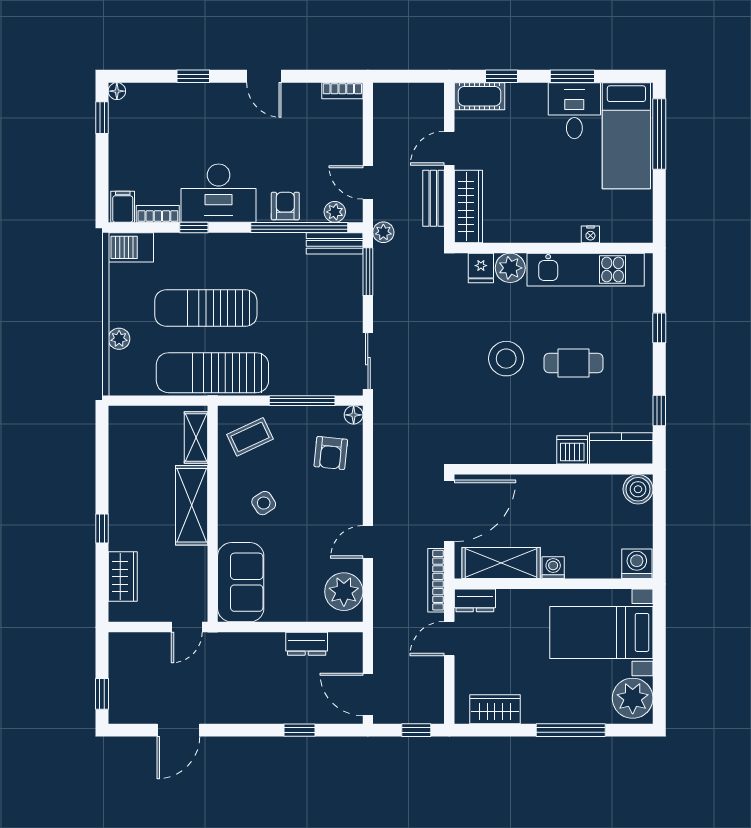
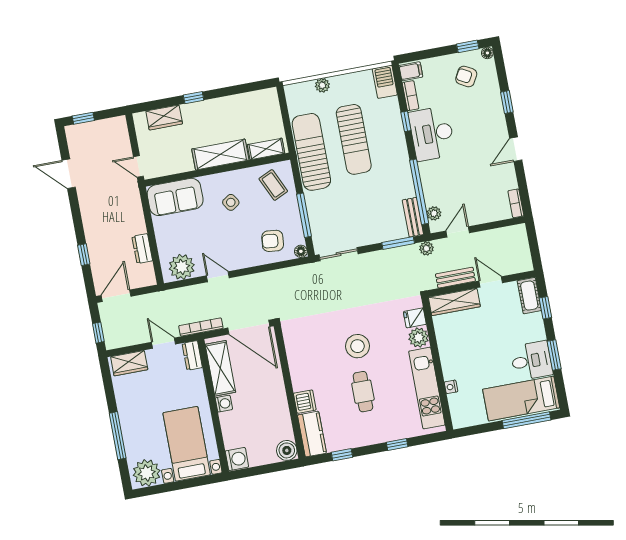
armchair: (285, 206) -> (466, 76), moved, turned -151
sun lounger: (206, 308) -> (354, 139), turned 180
wardrobe: (495, 709) -> (129, 363), moved, turned 90

